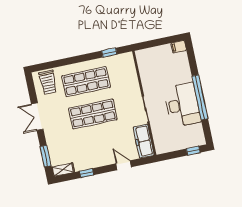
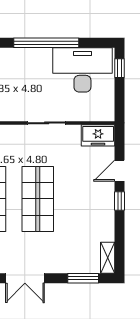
desk: (182, 105) -> (82, 70), moved
freezer: (144, 141) -> (98, 135), width x0.71
window: (87, 173) -> (120, 201), moved

